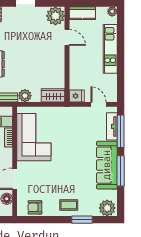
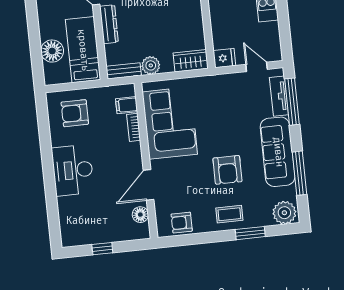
window: (121, 171) -> (300, 173), moved
armchair: (71, 174) -> (227, 170), added

